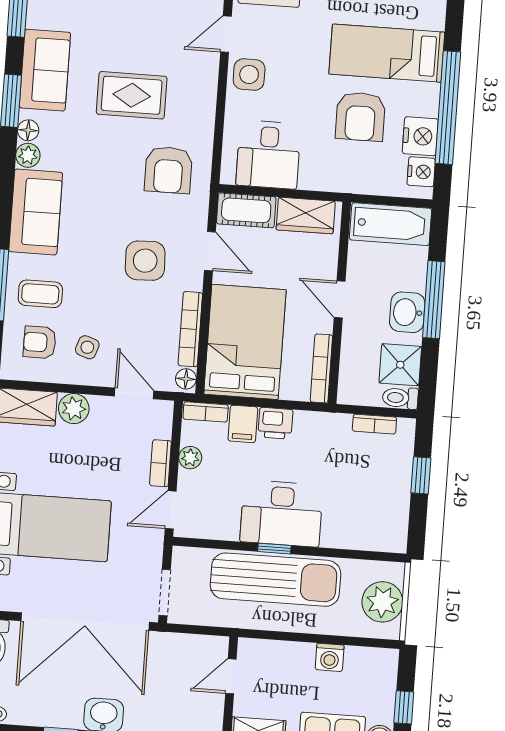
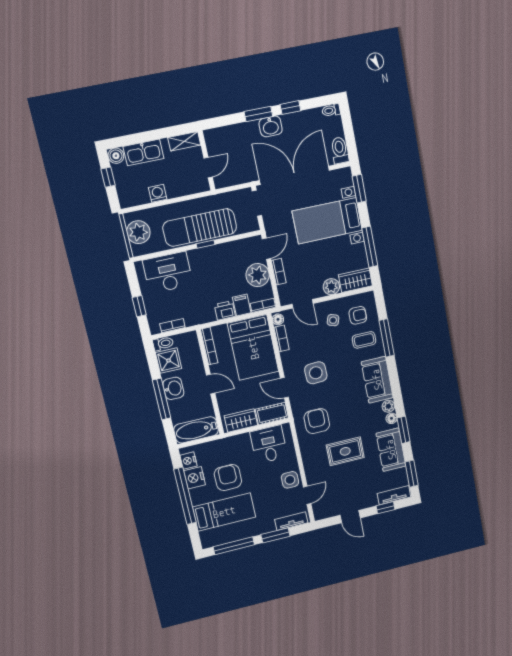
bookcase: (190, 329) -> (282, 338), width x0.64
plant: (190, 458) -> (258, 275), width x1.88, depth x1.88
desk: (281, 513) -> (168, 272), moved

